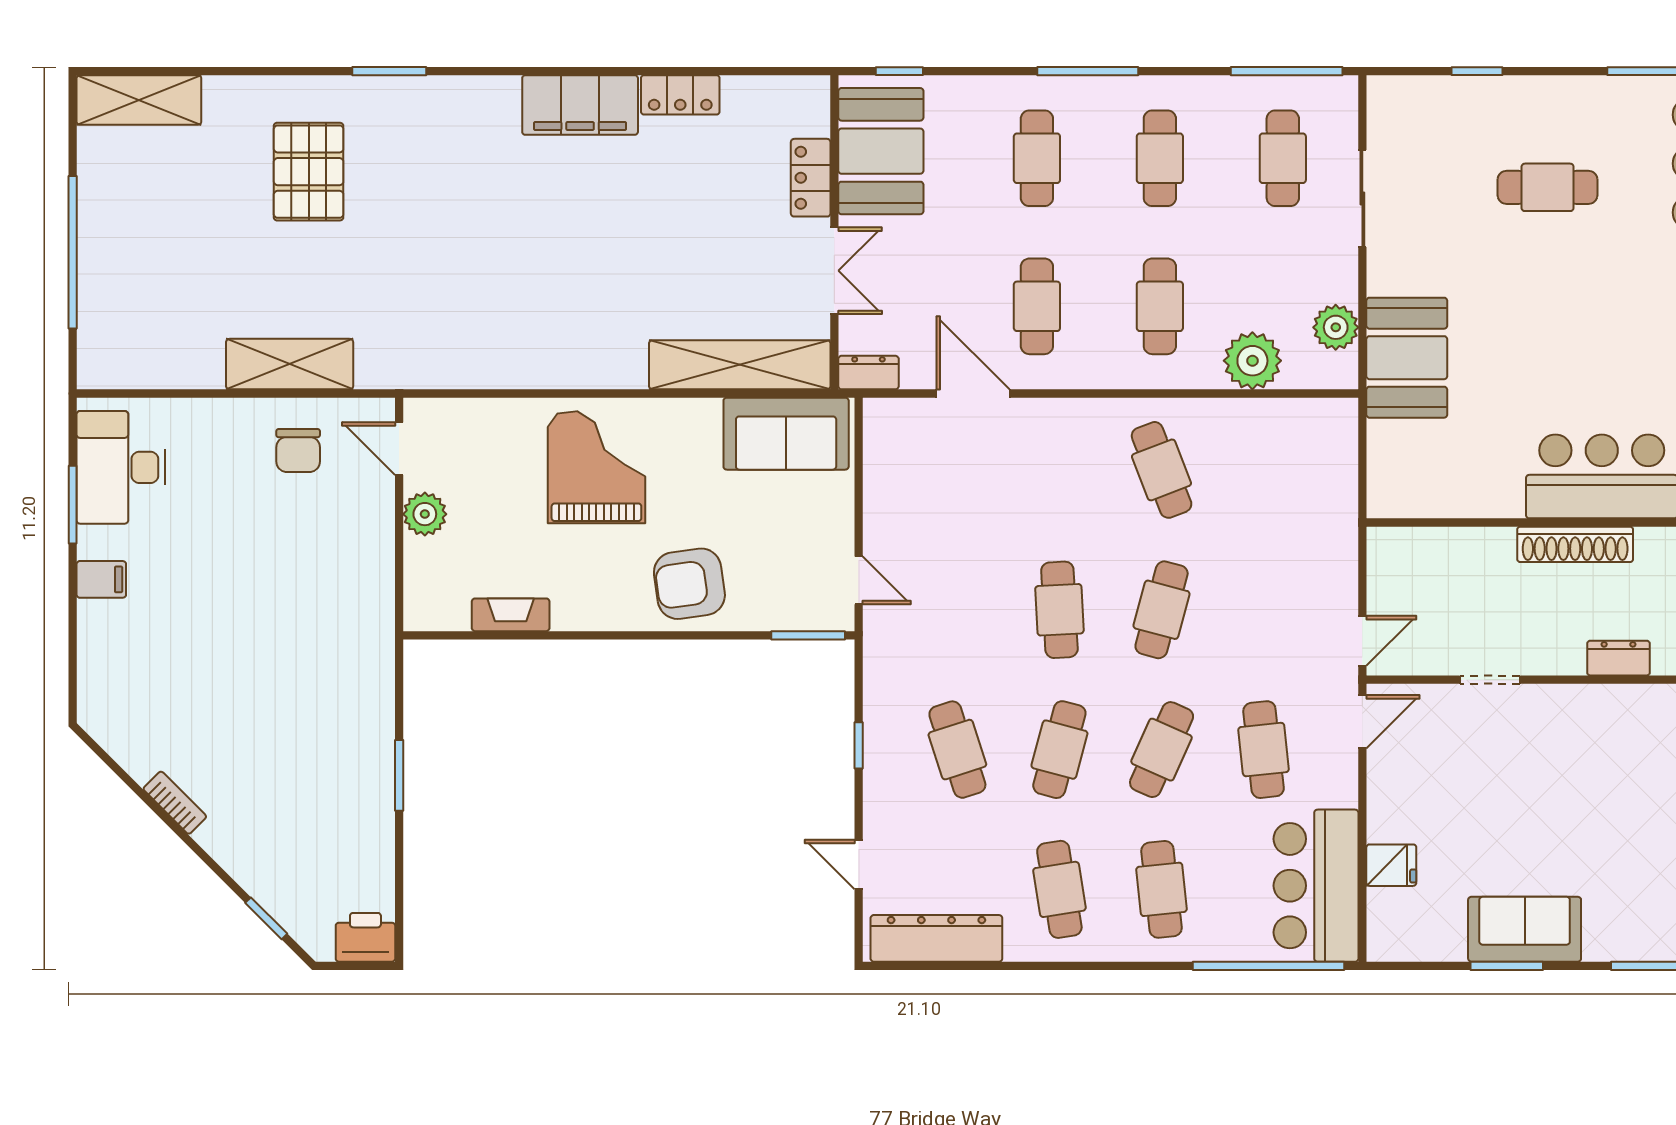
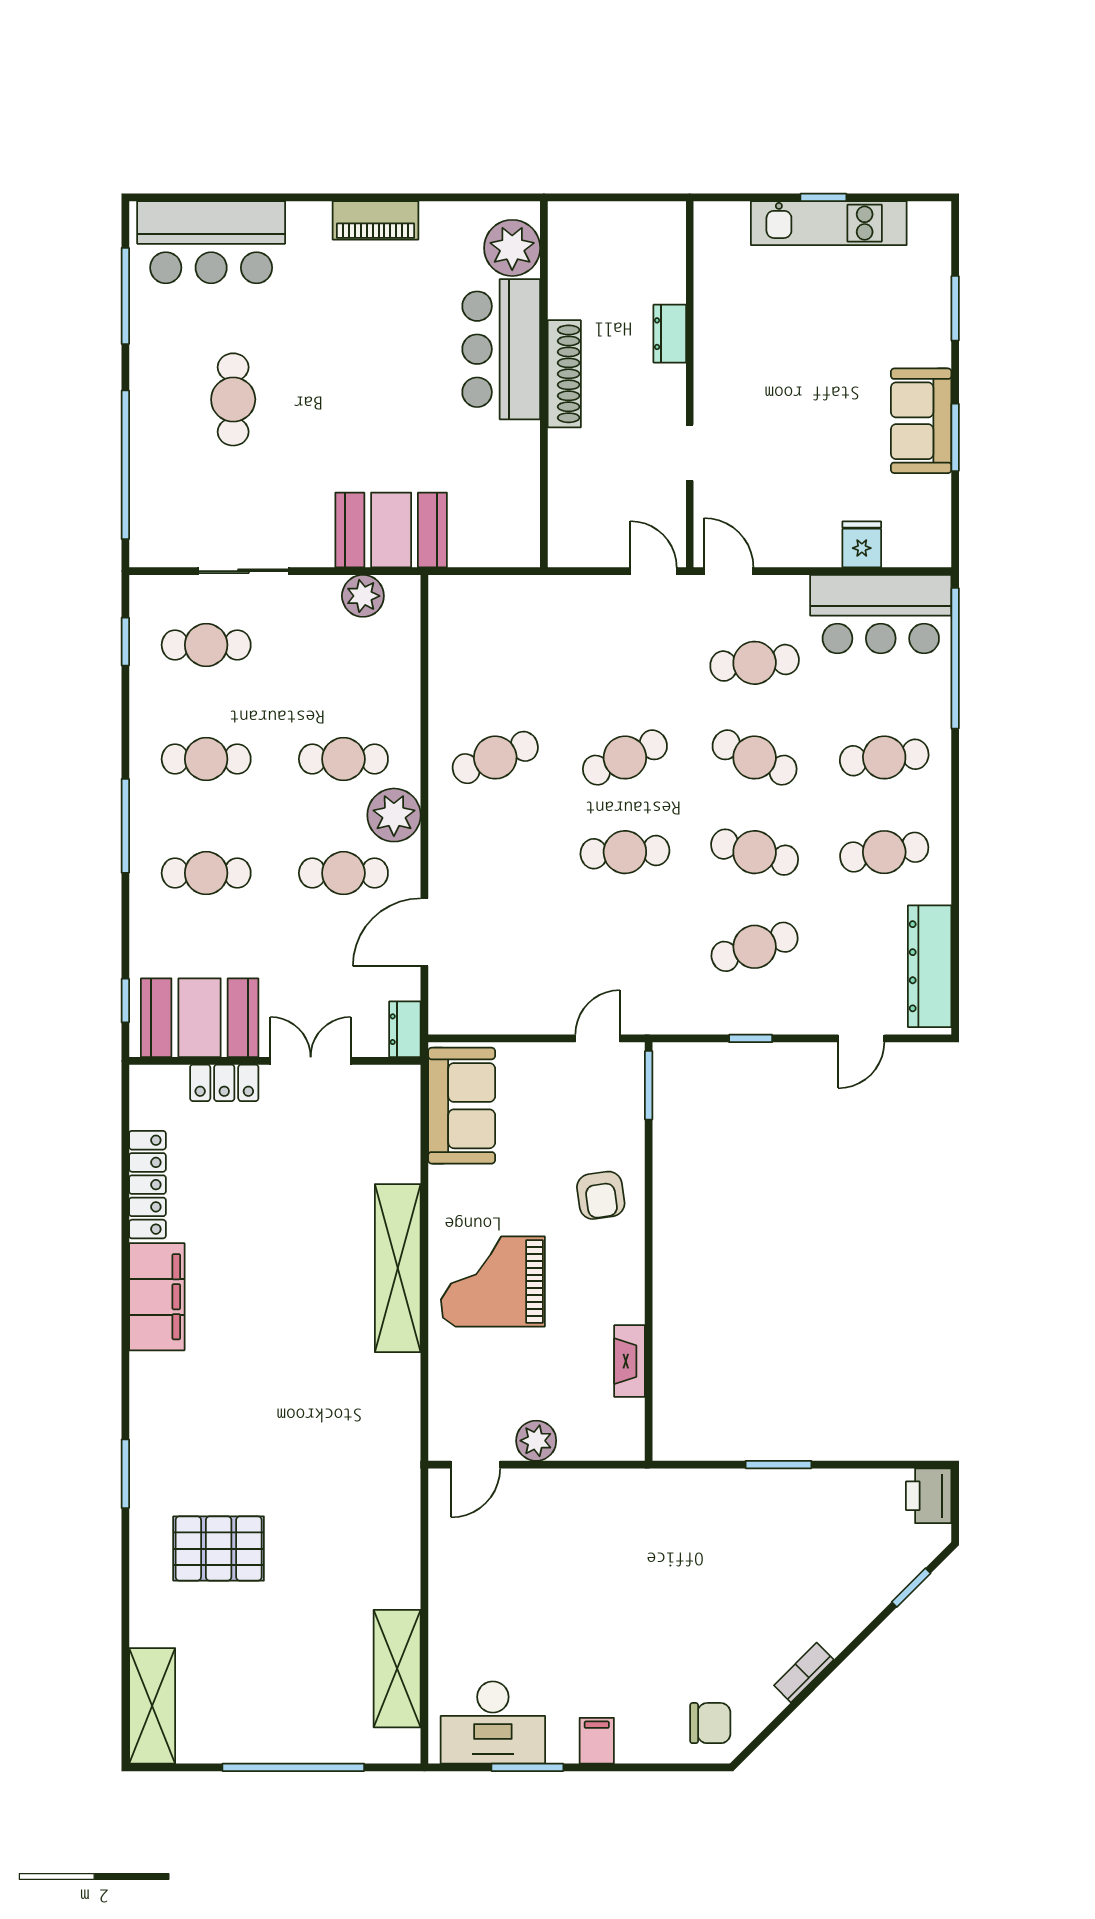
window: (1287, 71) -> (125, 642), width x0.46
window: (1477, 71) -> (125, 465), width x3.17
locker: (680, 95) -> (147, 1185), width x1.53
plant: (1252, 361) -> (394, 815), moved
shelving: (290, 364) -> (397, 1669), moved
shelving: (740, 365) -> (398, 1268), moved
chair: (298, 451) -> (710, 1723), moved
armchair: (689, 584) -> (601, 1195), width x0.72, depth x0.72
cafe table: (1162, 610) -> (625, 757), turned -39

